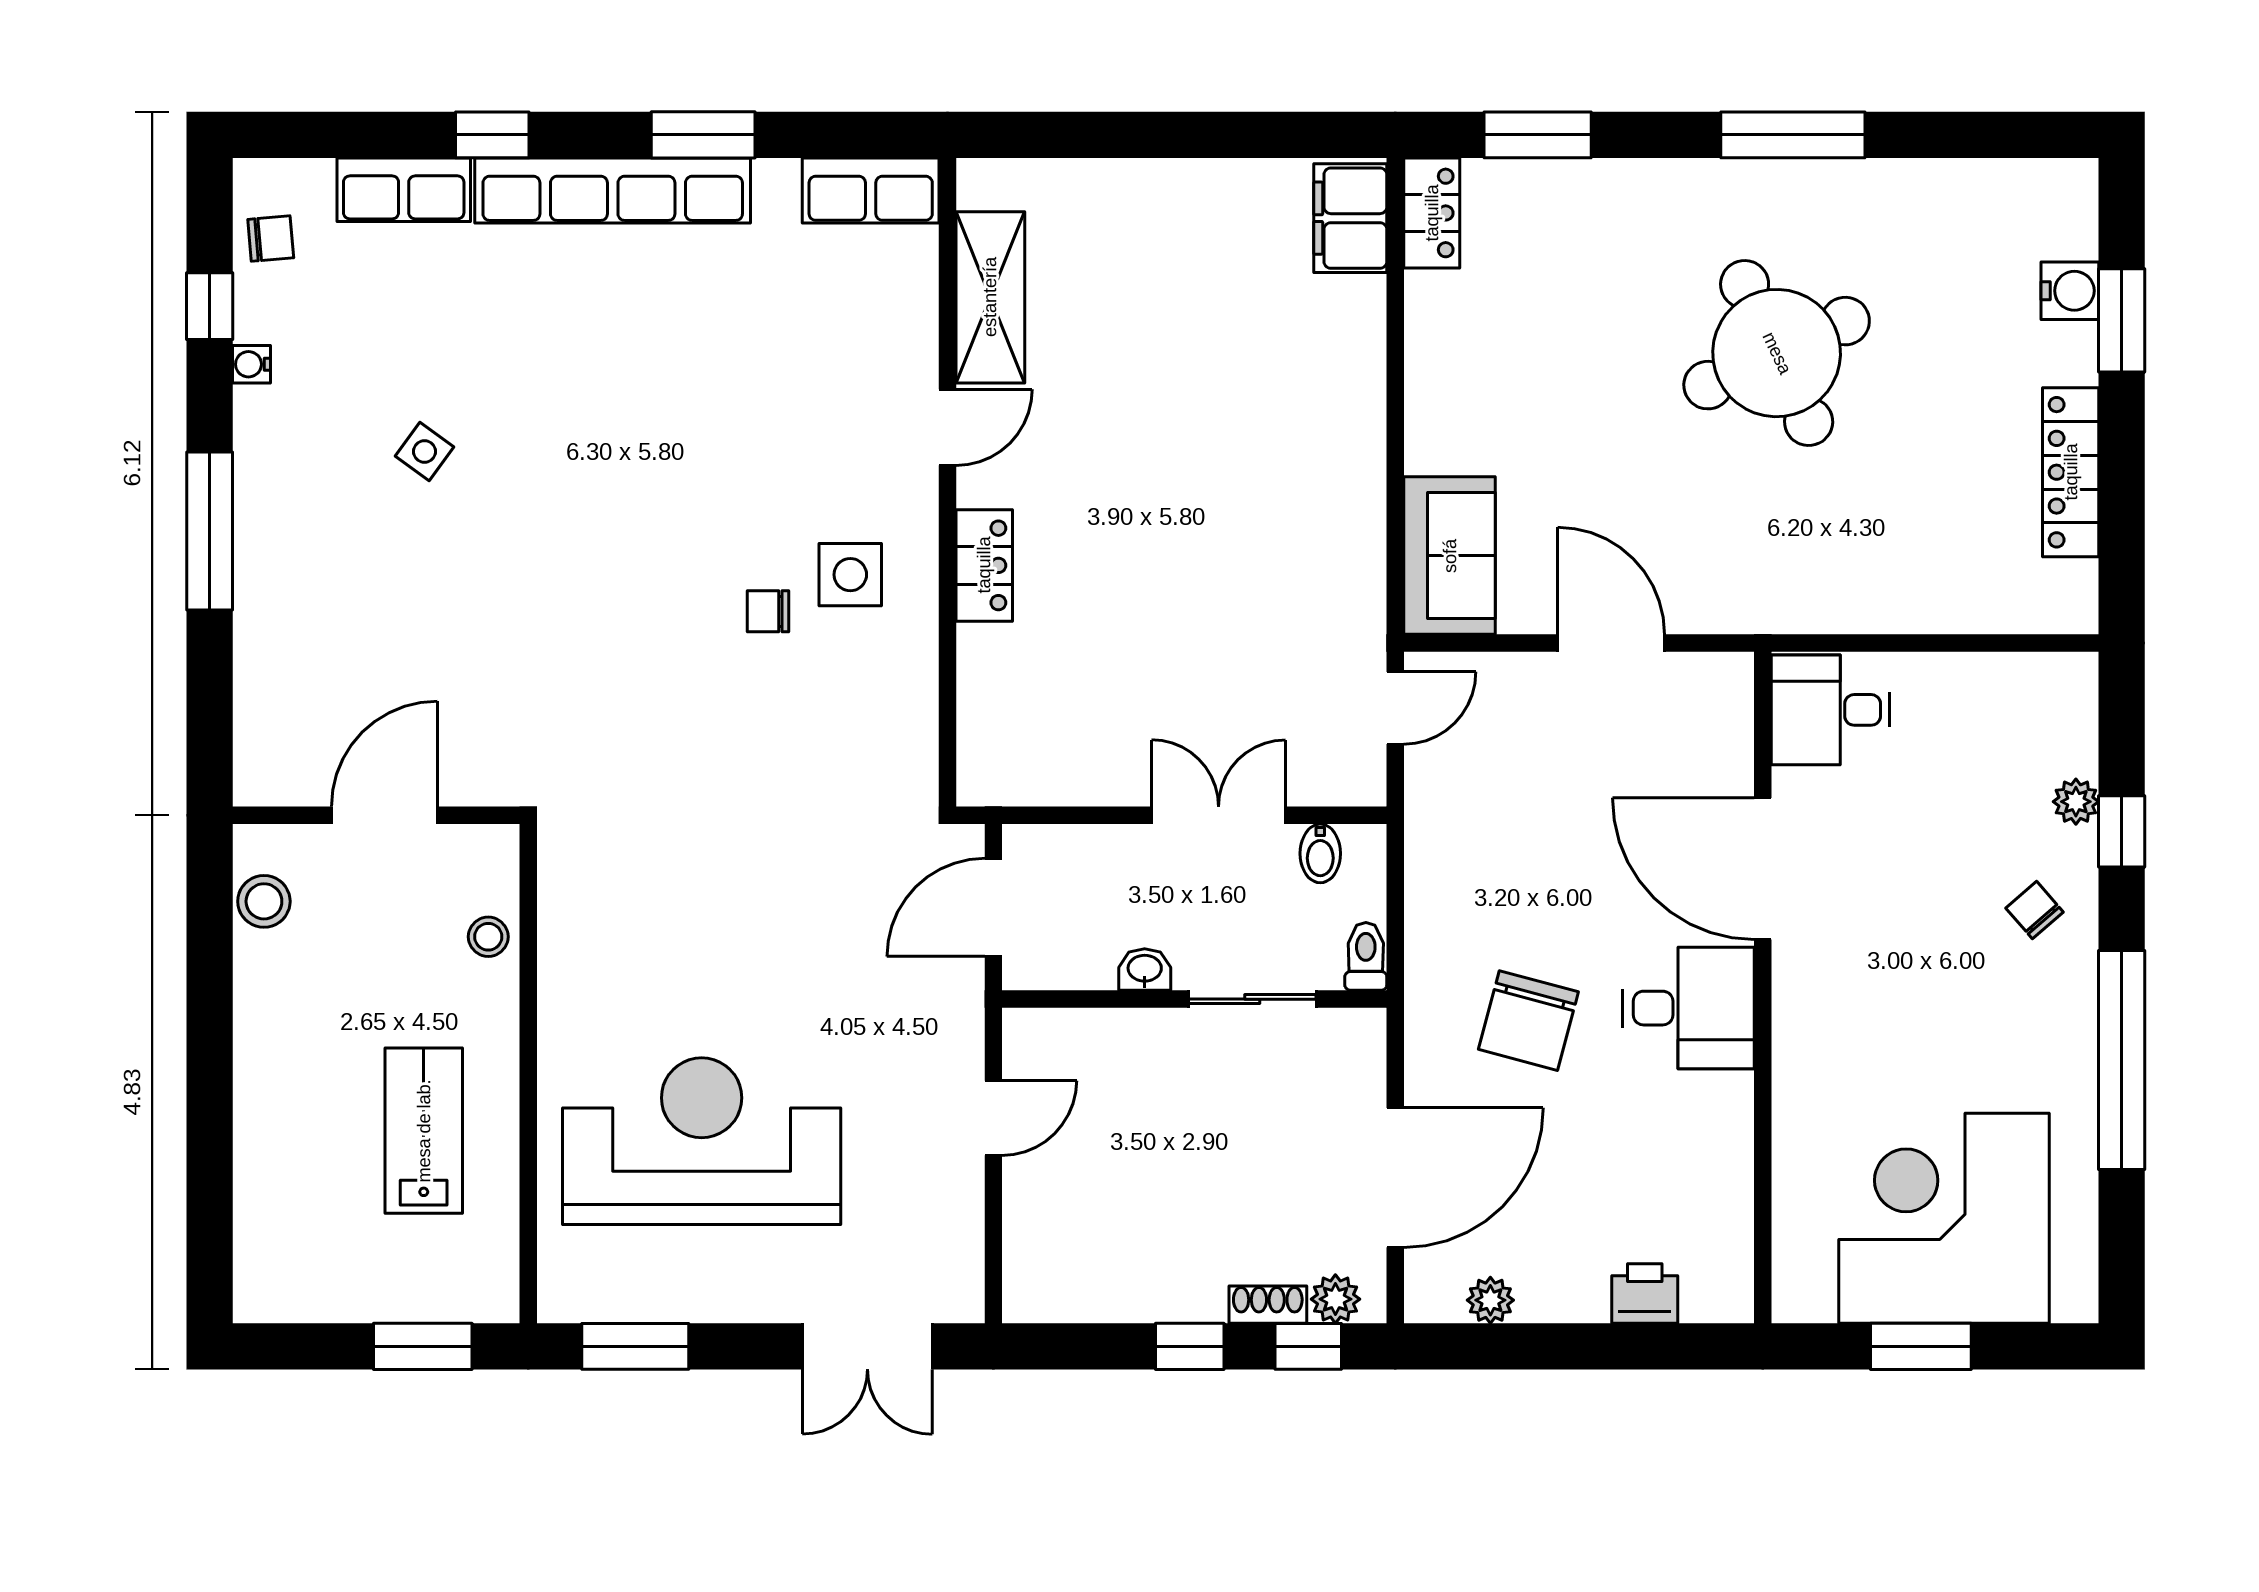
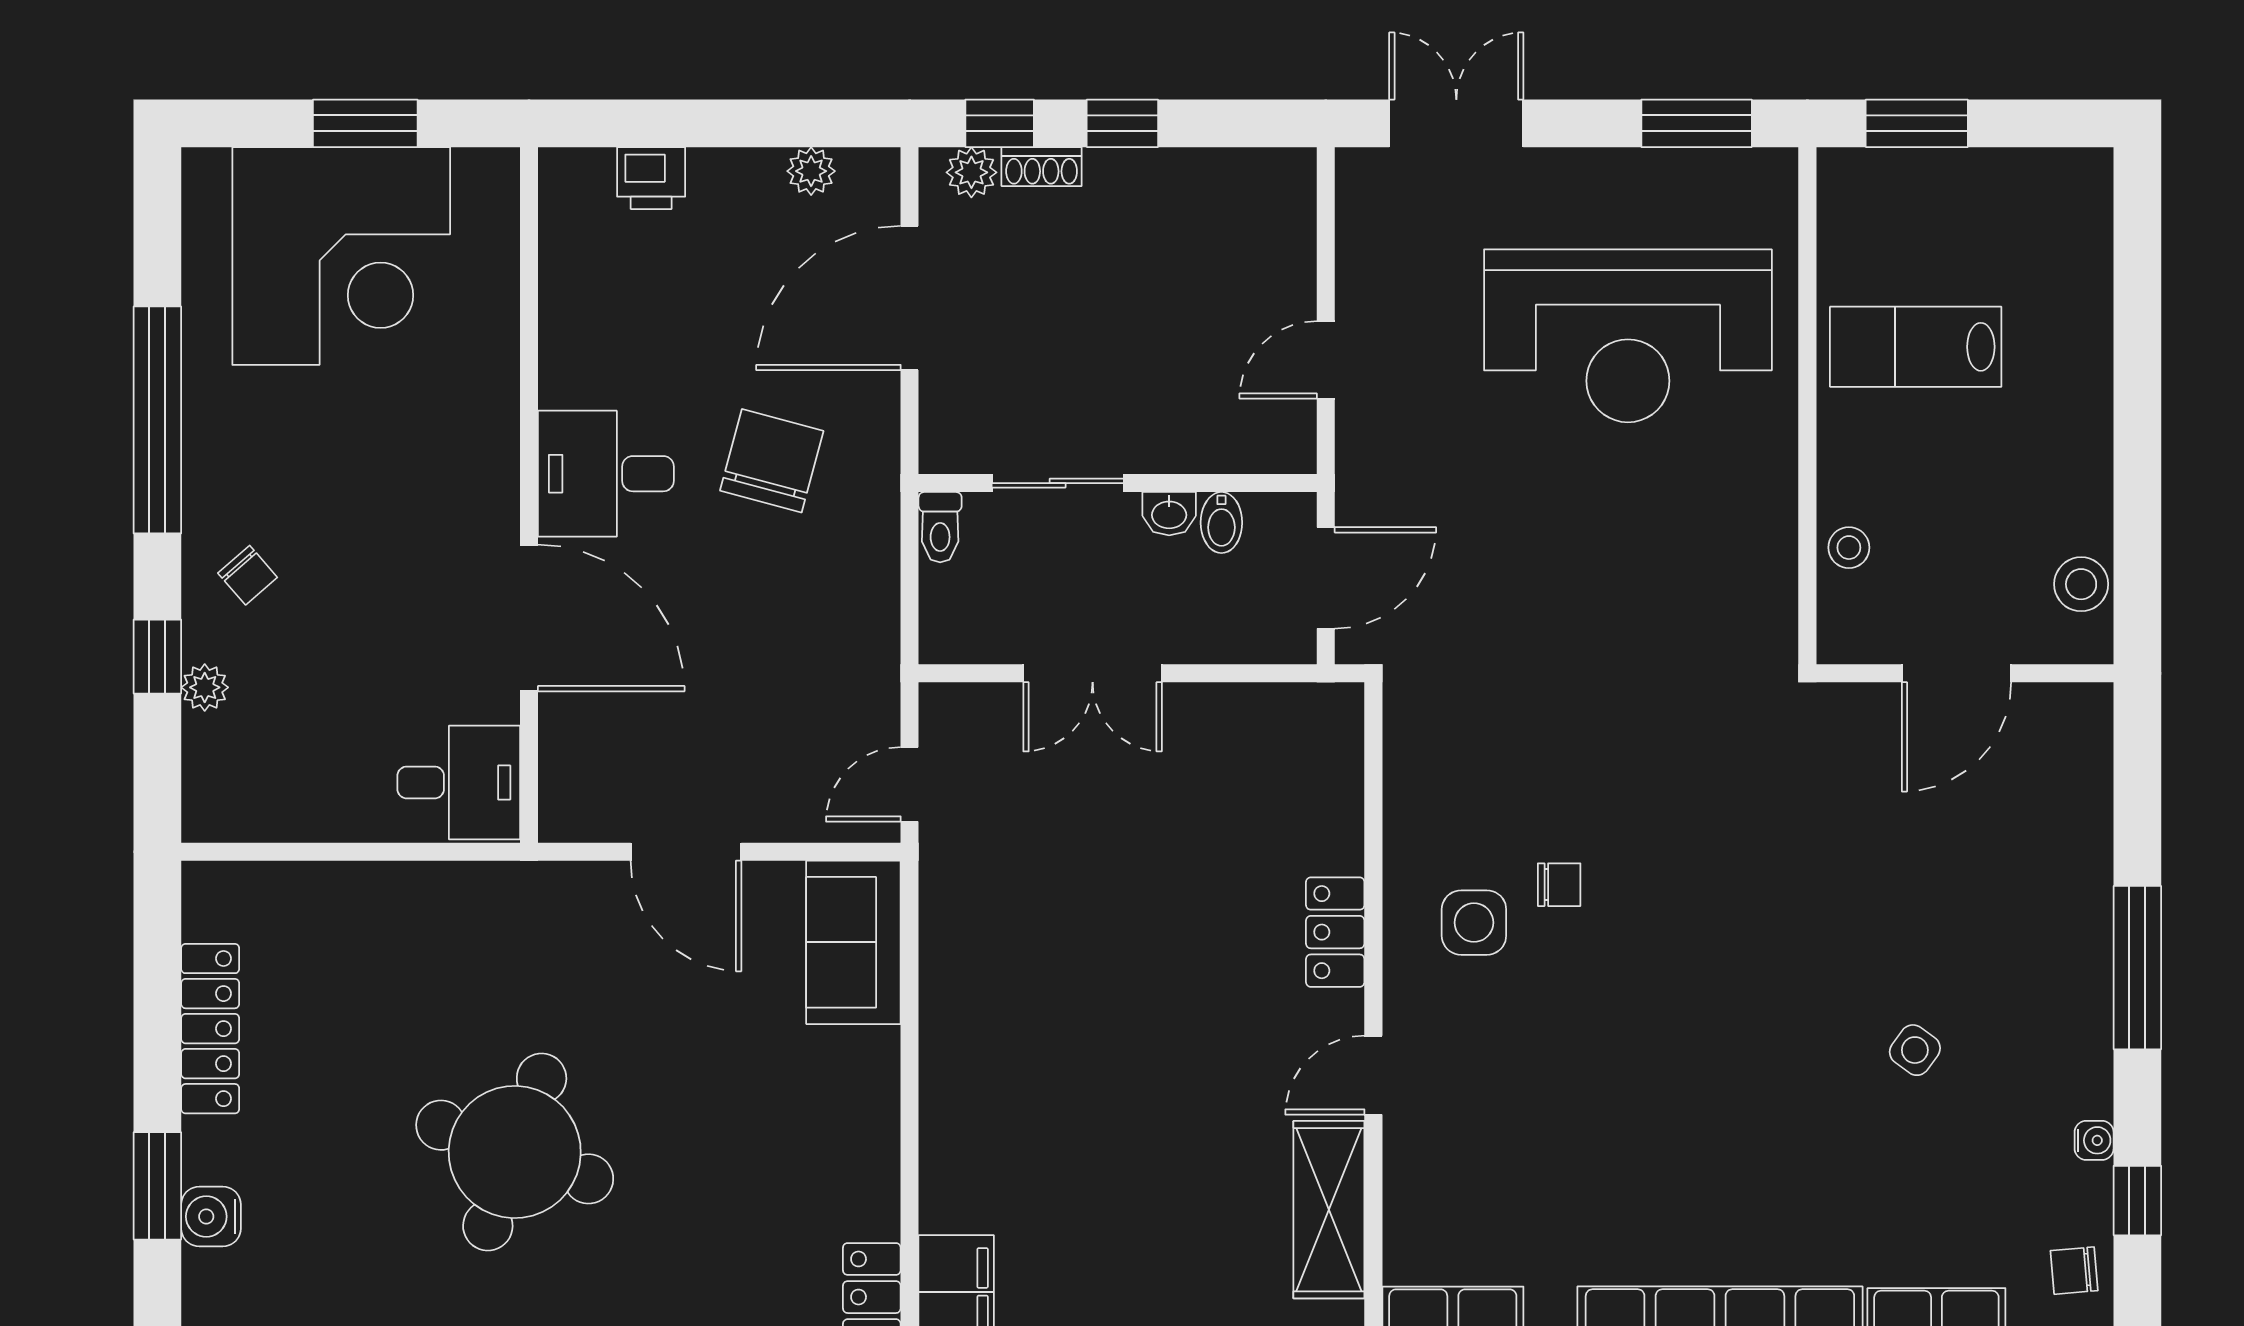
round table: (1777, 353) -> (515, 1152), turned 45
bidet: (1320, 853) -> (1221, 523), moved, turned 180
lab bench: (424, 1131) -> (1916, 347), turned 90

